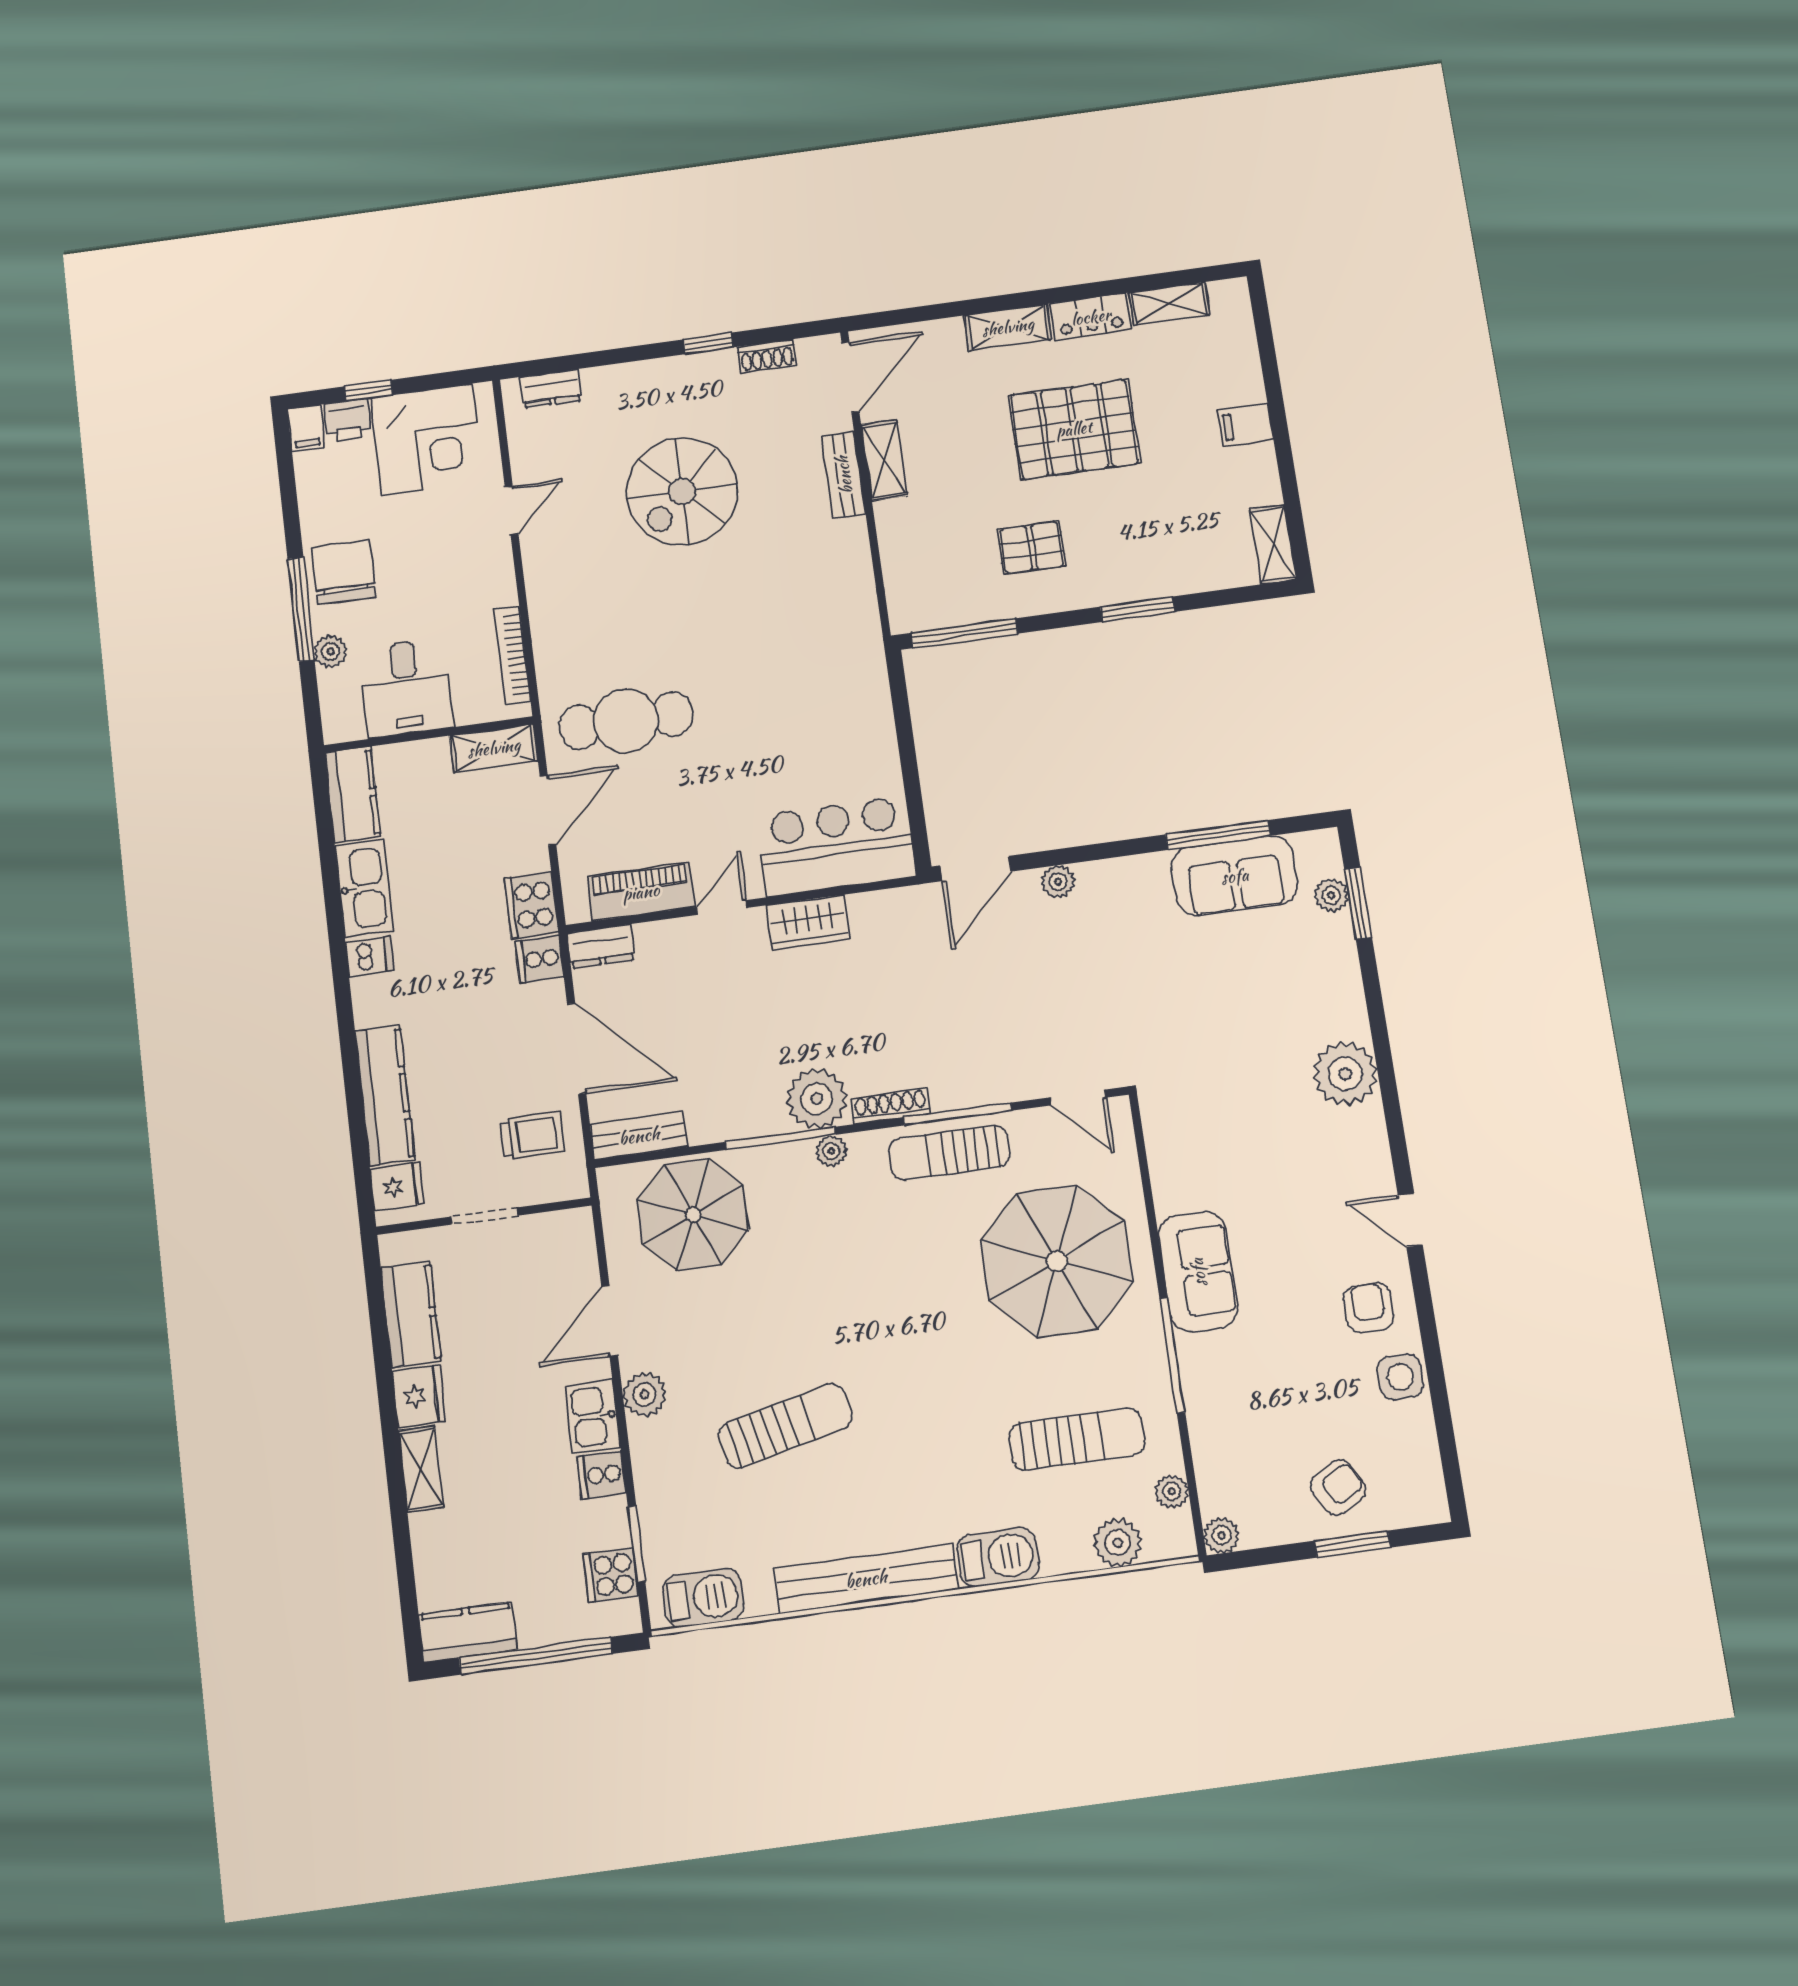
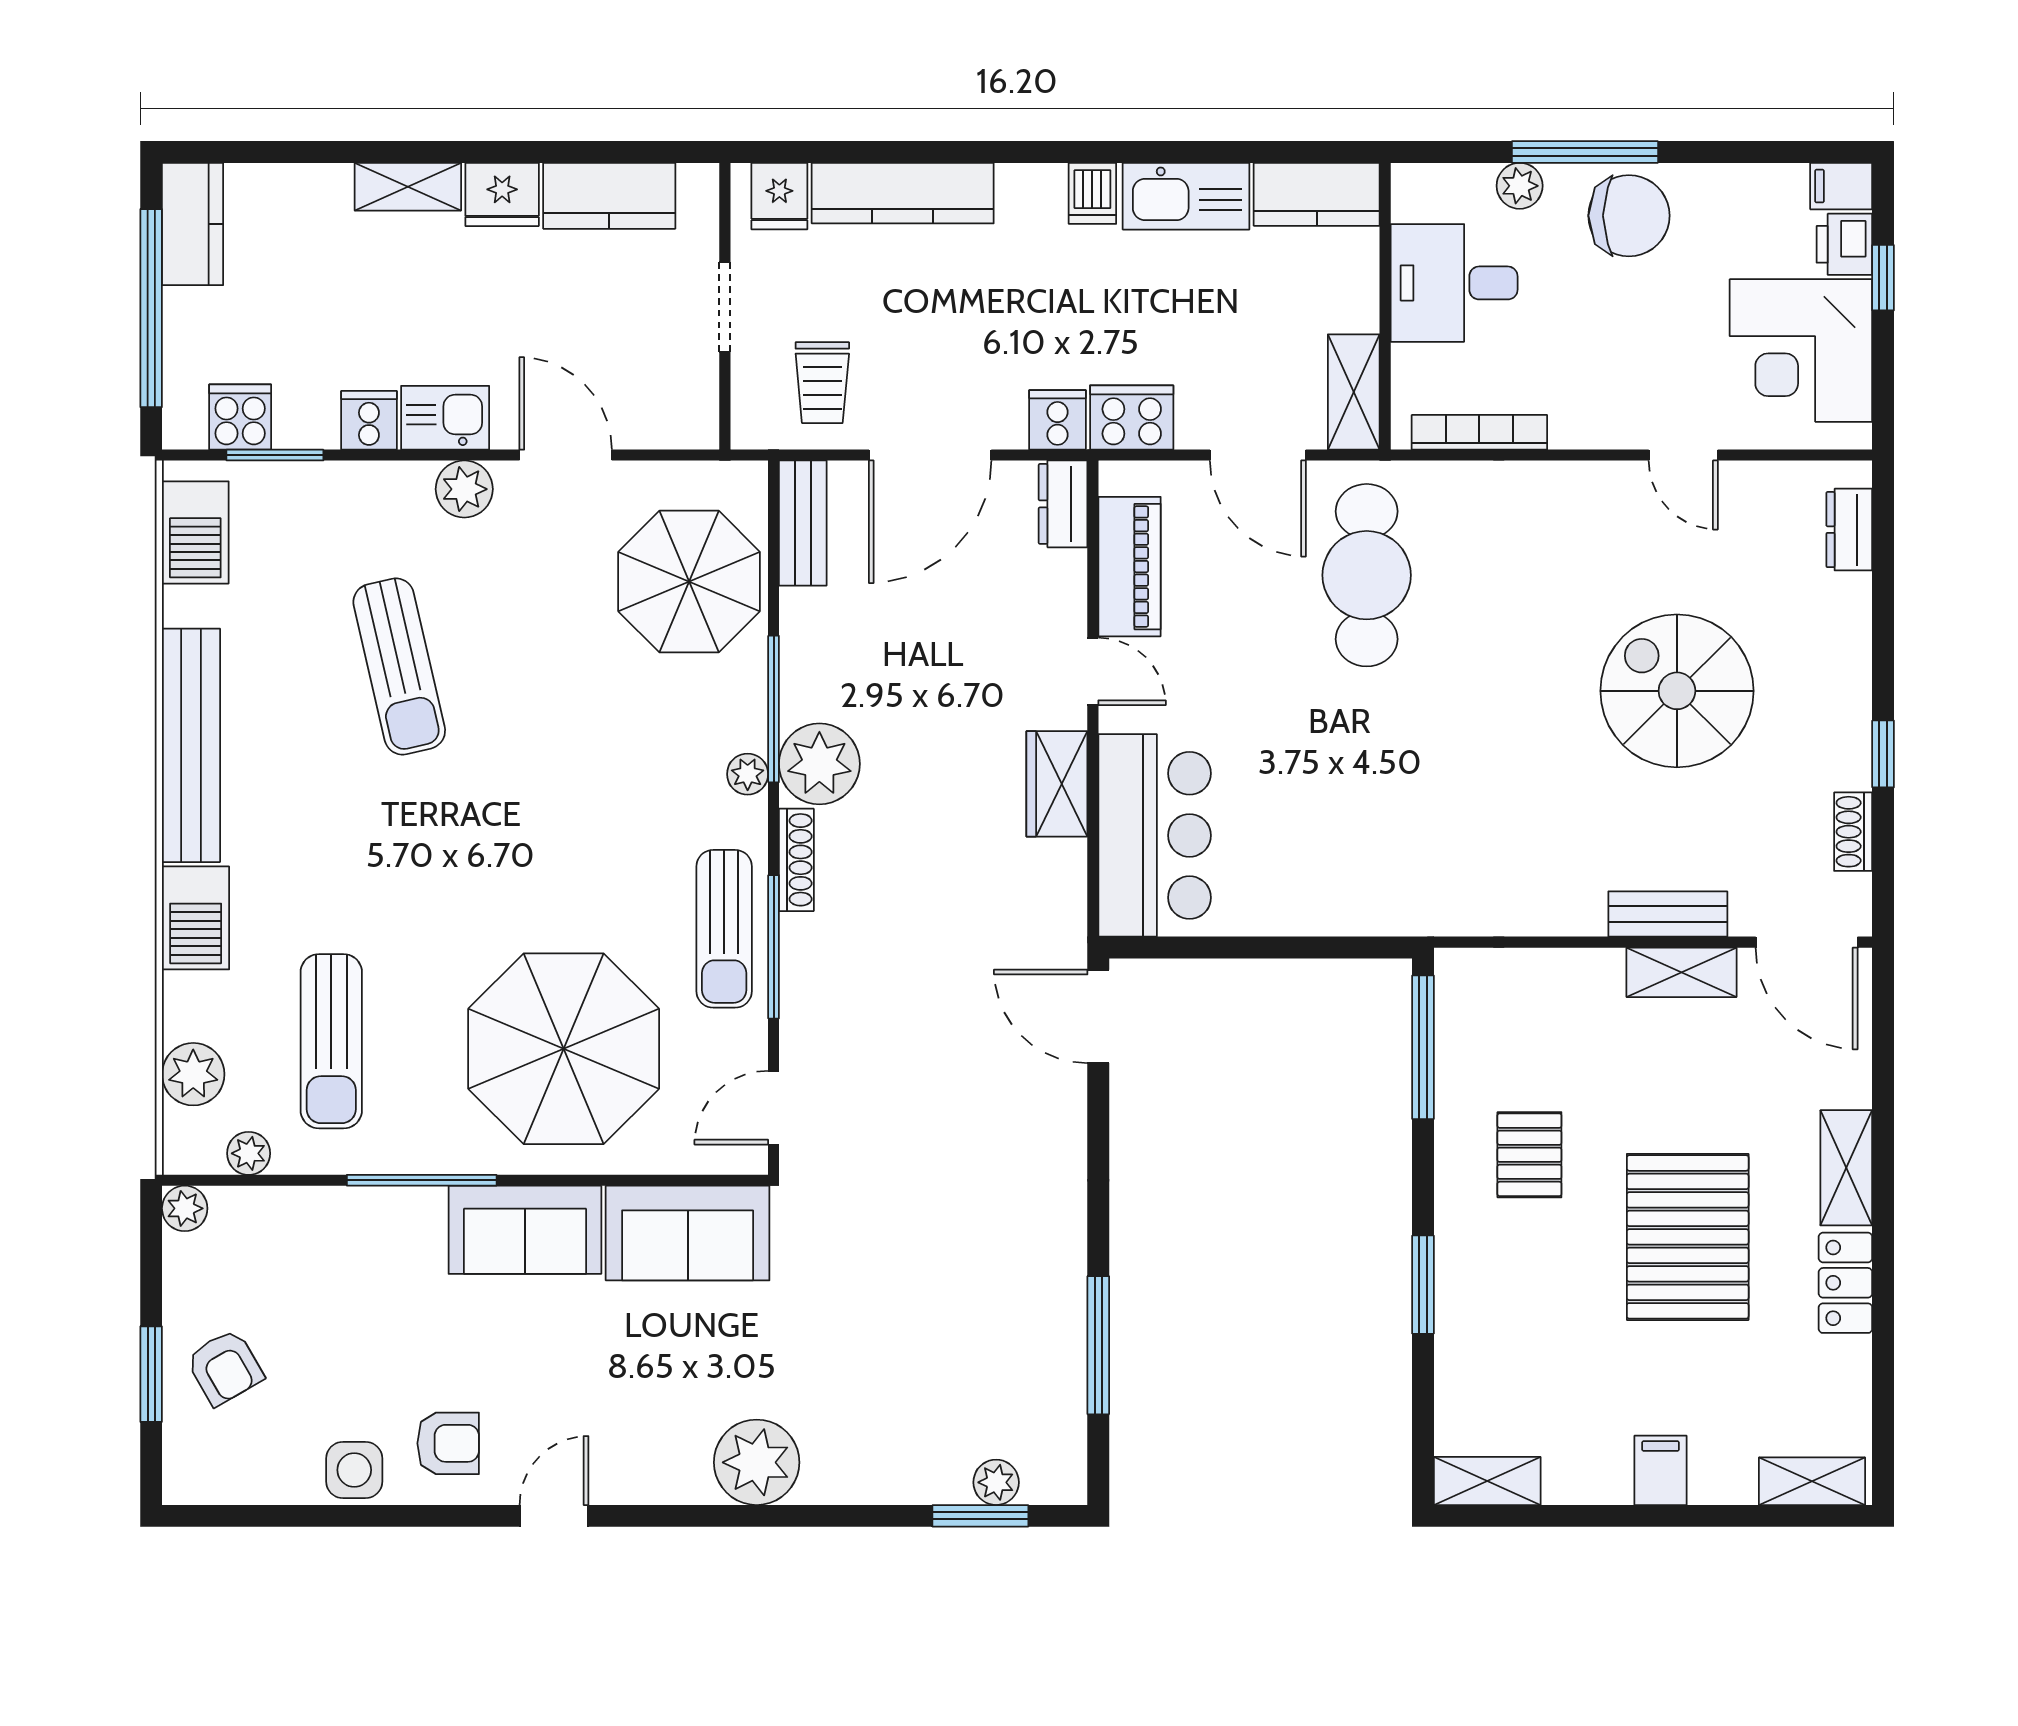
shelving: (1169, 304) -> (1812, 1481), moved, turned 90
sofa: (1235, 876) -> (688, 1233), moved, turned -90
plant: (1058, 882) -> (1065, 1124), removed
sun lounger: (950, 1153) -> (724, 929), turned 180

